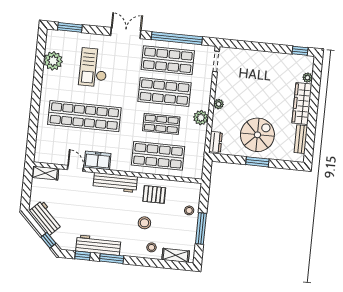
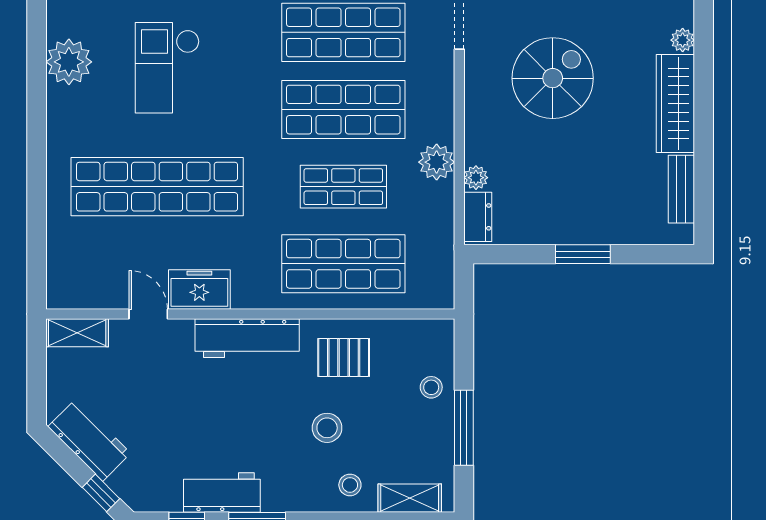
plant: (219, 104) -> (476, 178), moved
spiral stairs: (257, 135) -> (553, 78), moved
workbench: (98, 245) -> (222, 493), width x0.73

